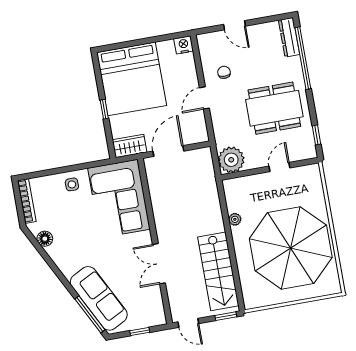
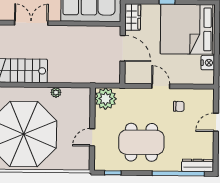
nightstand: (184, 45) -> (208, 63), moved
dining table: (274, 108) -> (141, 142), turned 90
door: (279, 167) -> (92, 137), swing flipped

